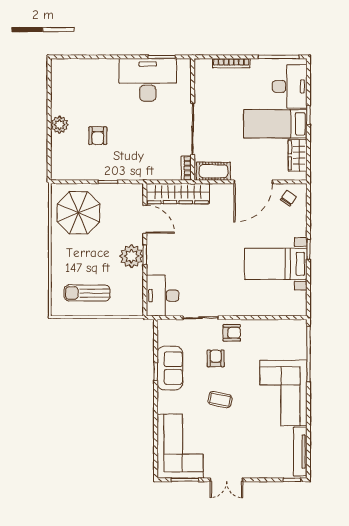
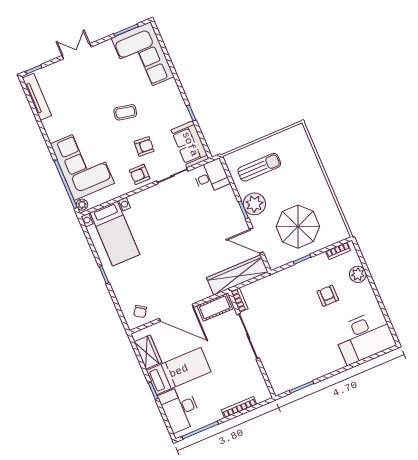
desk: (148, 80) -> (364, 337), moved
plant: (59, 125) -> (358, 274), moved
bookcase: (69, 175) -> (338, 251), added
door: (253, 182) -> (176, 313), swing flipped
parasol: (78, 213) -> (298, 227), moved
bed with nightstands: (276, 264) -> (115, 234), moved, turned 90
sun lounger: (87, 293) -> (259, 167), moved
desk: (163, 296) -> (211, 176), width x0.73
plant: (301, 327) -> (82, 205), added
armchair: (216, 358) -> (144, 146), turned -86
sofa: (170, 368) -> (190, 144), moved
corner sofa: (283, 393) -> (82, 164), moved
double door: (226, 480) -> (77, 51), moved

